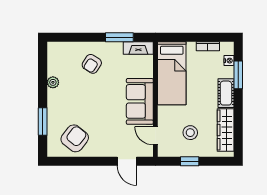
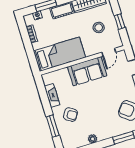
window: (119, 37) -> (53, 126), moved
fireplace: (138, 48) -> (52, 95), moved

